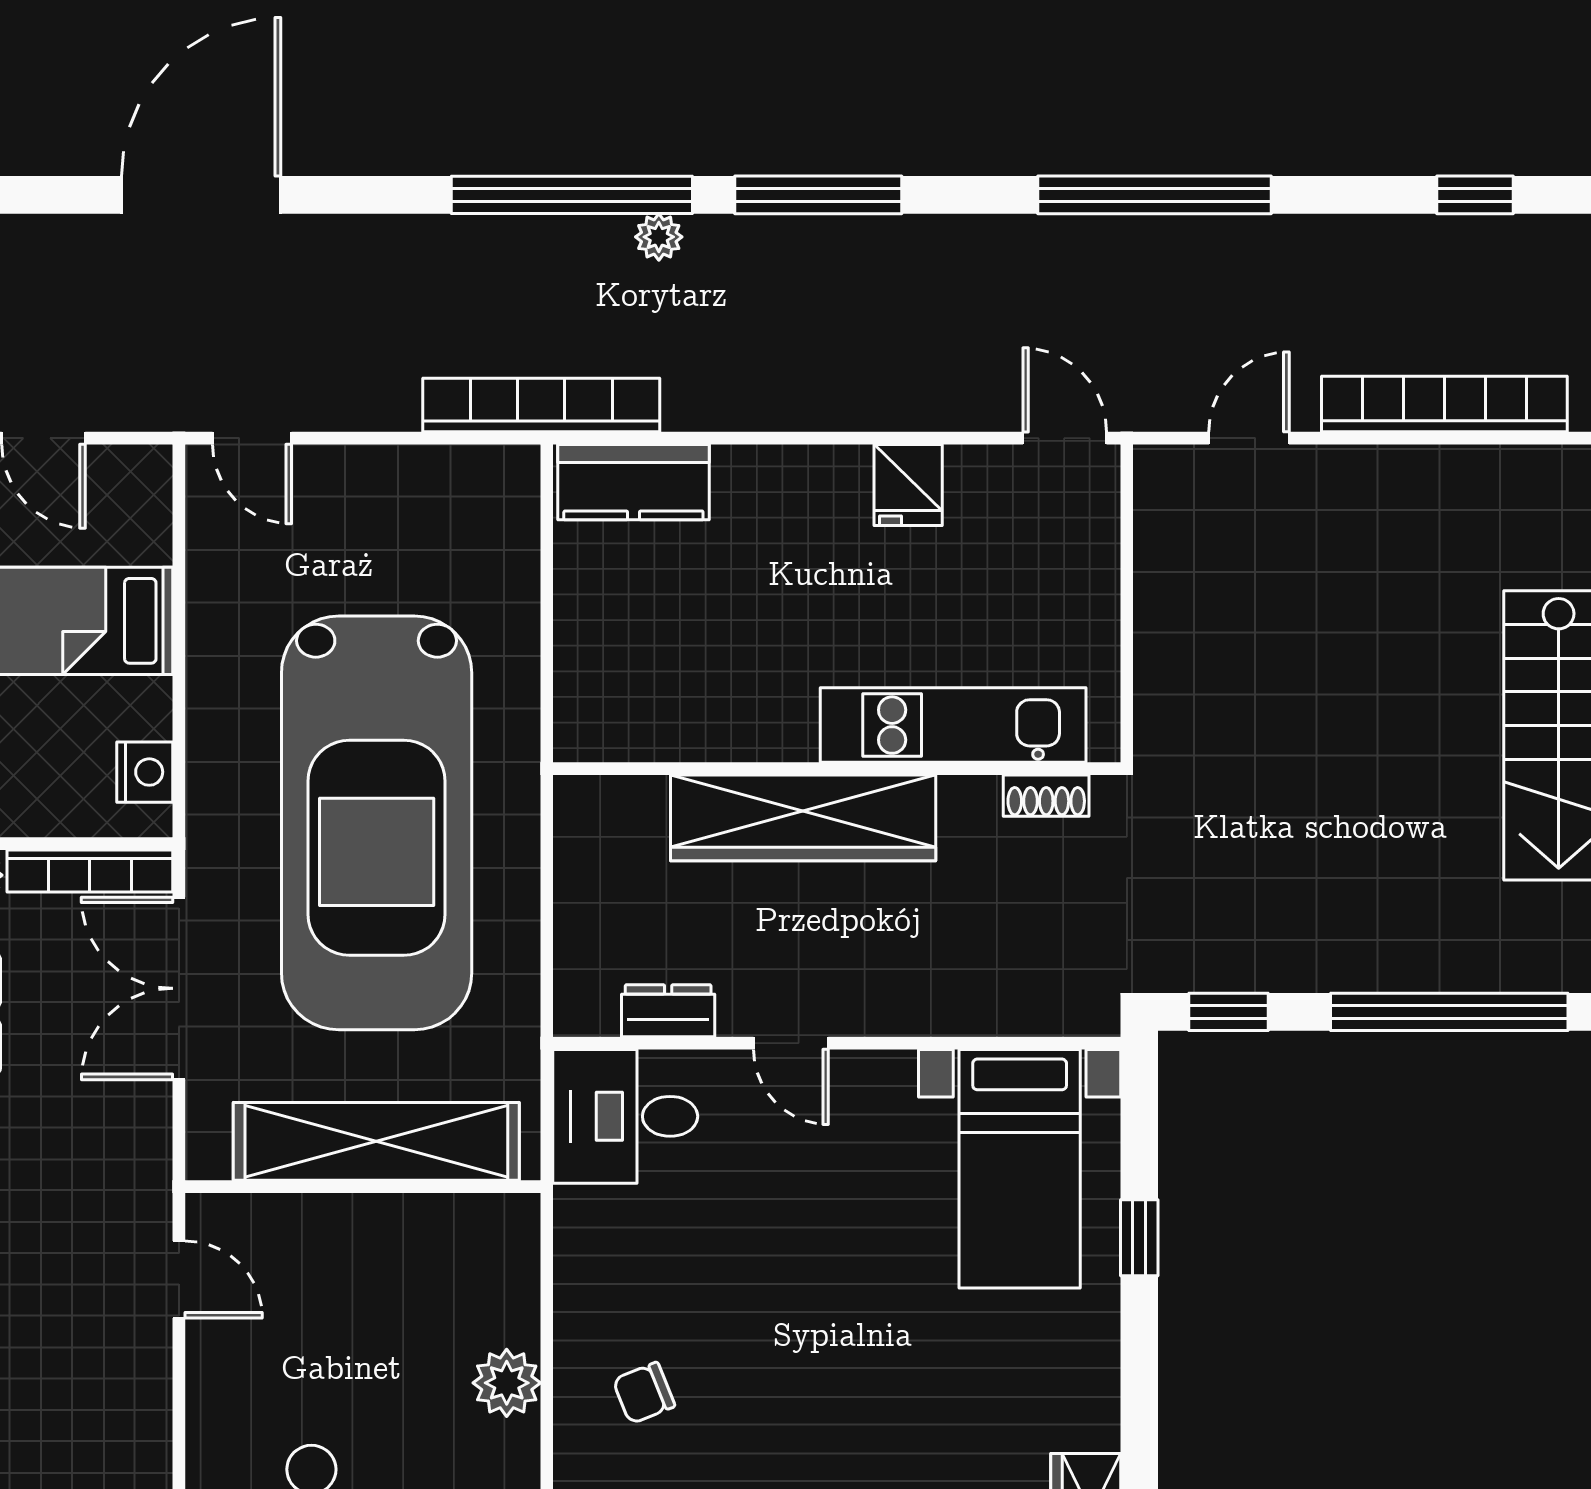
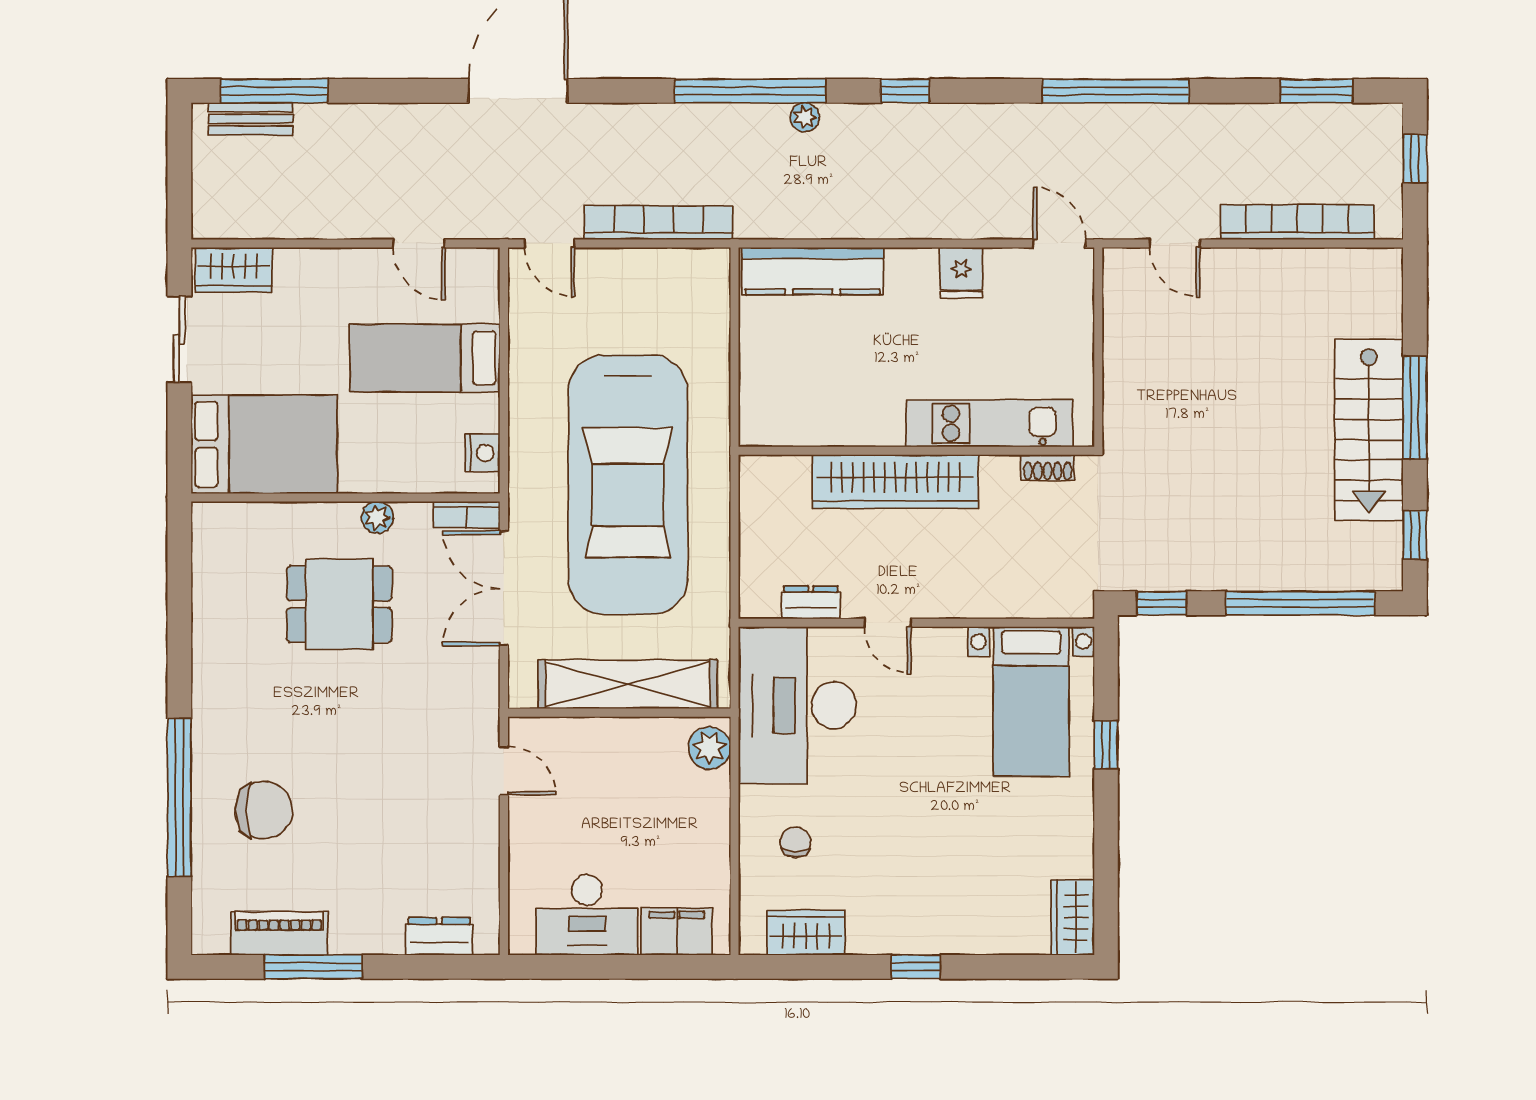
window: (818, 195) -> (905, 91), width x0.46
window: (1475, 195) -> (1317, 91), width x1.50
bookcase: (541, 405) -> (659, 223), moved
door: (1249, 438) -> (1175, 243), swing flipped
kitchen counter: (633, 482) -> (813, 271), width x1.50
bookcase: (90, 871) -> (467, 515), width x0.64
desk: (625, 1116) -> (797, 705), width x1.87, depth x1.30
plant: (507, 1383) -> (709, 748), moved
chair: (644, 1393) -> (795, 842), turned 112

